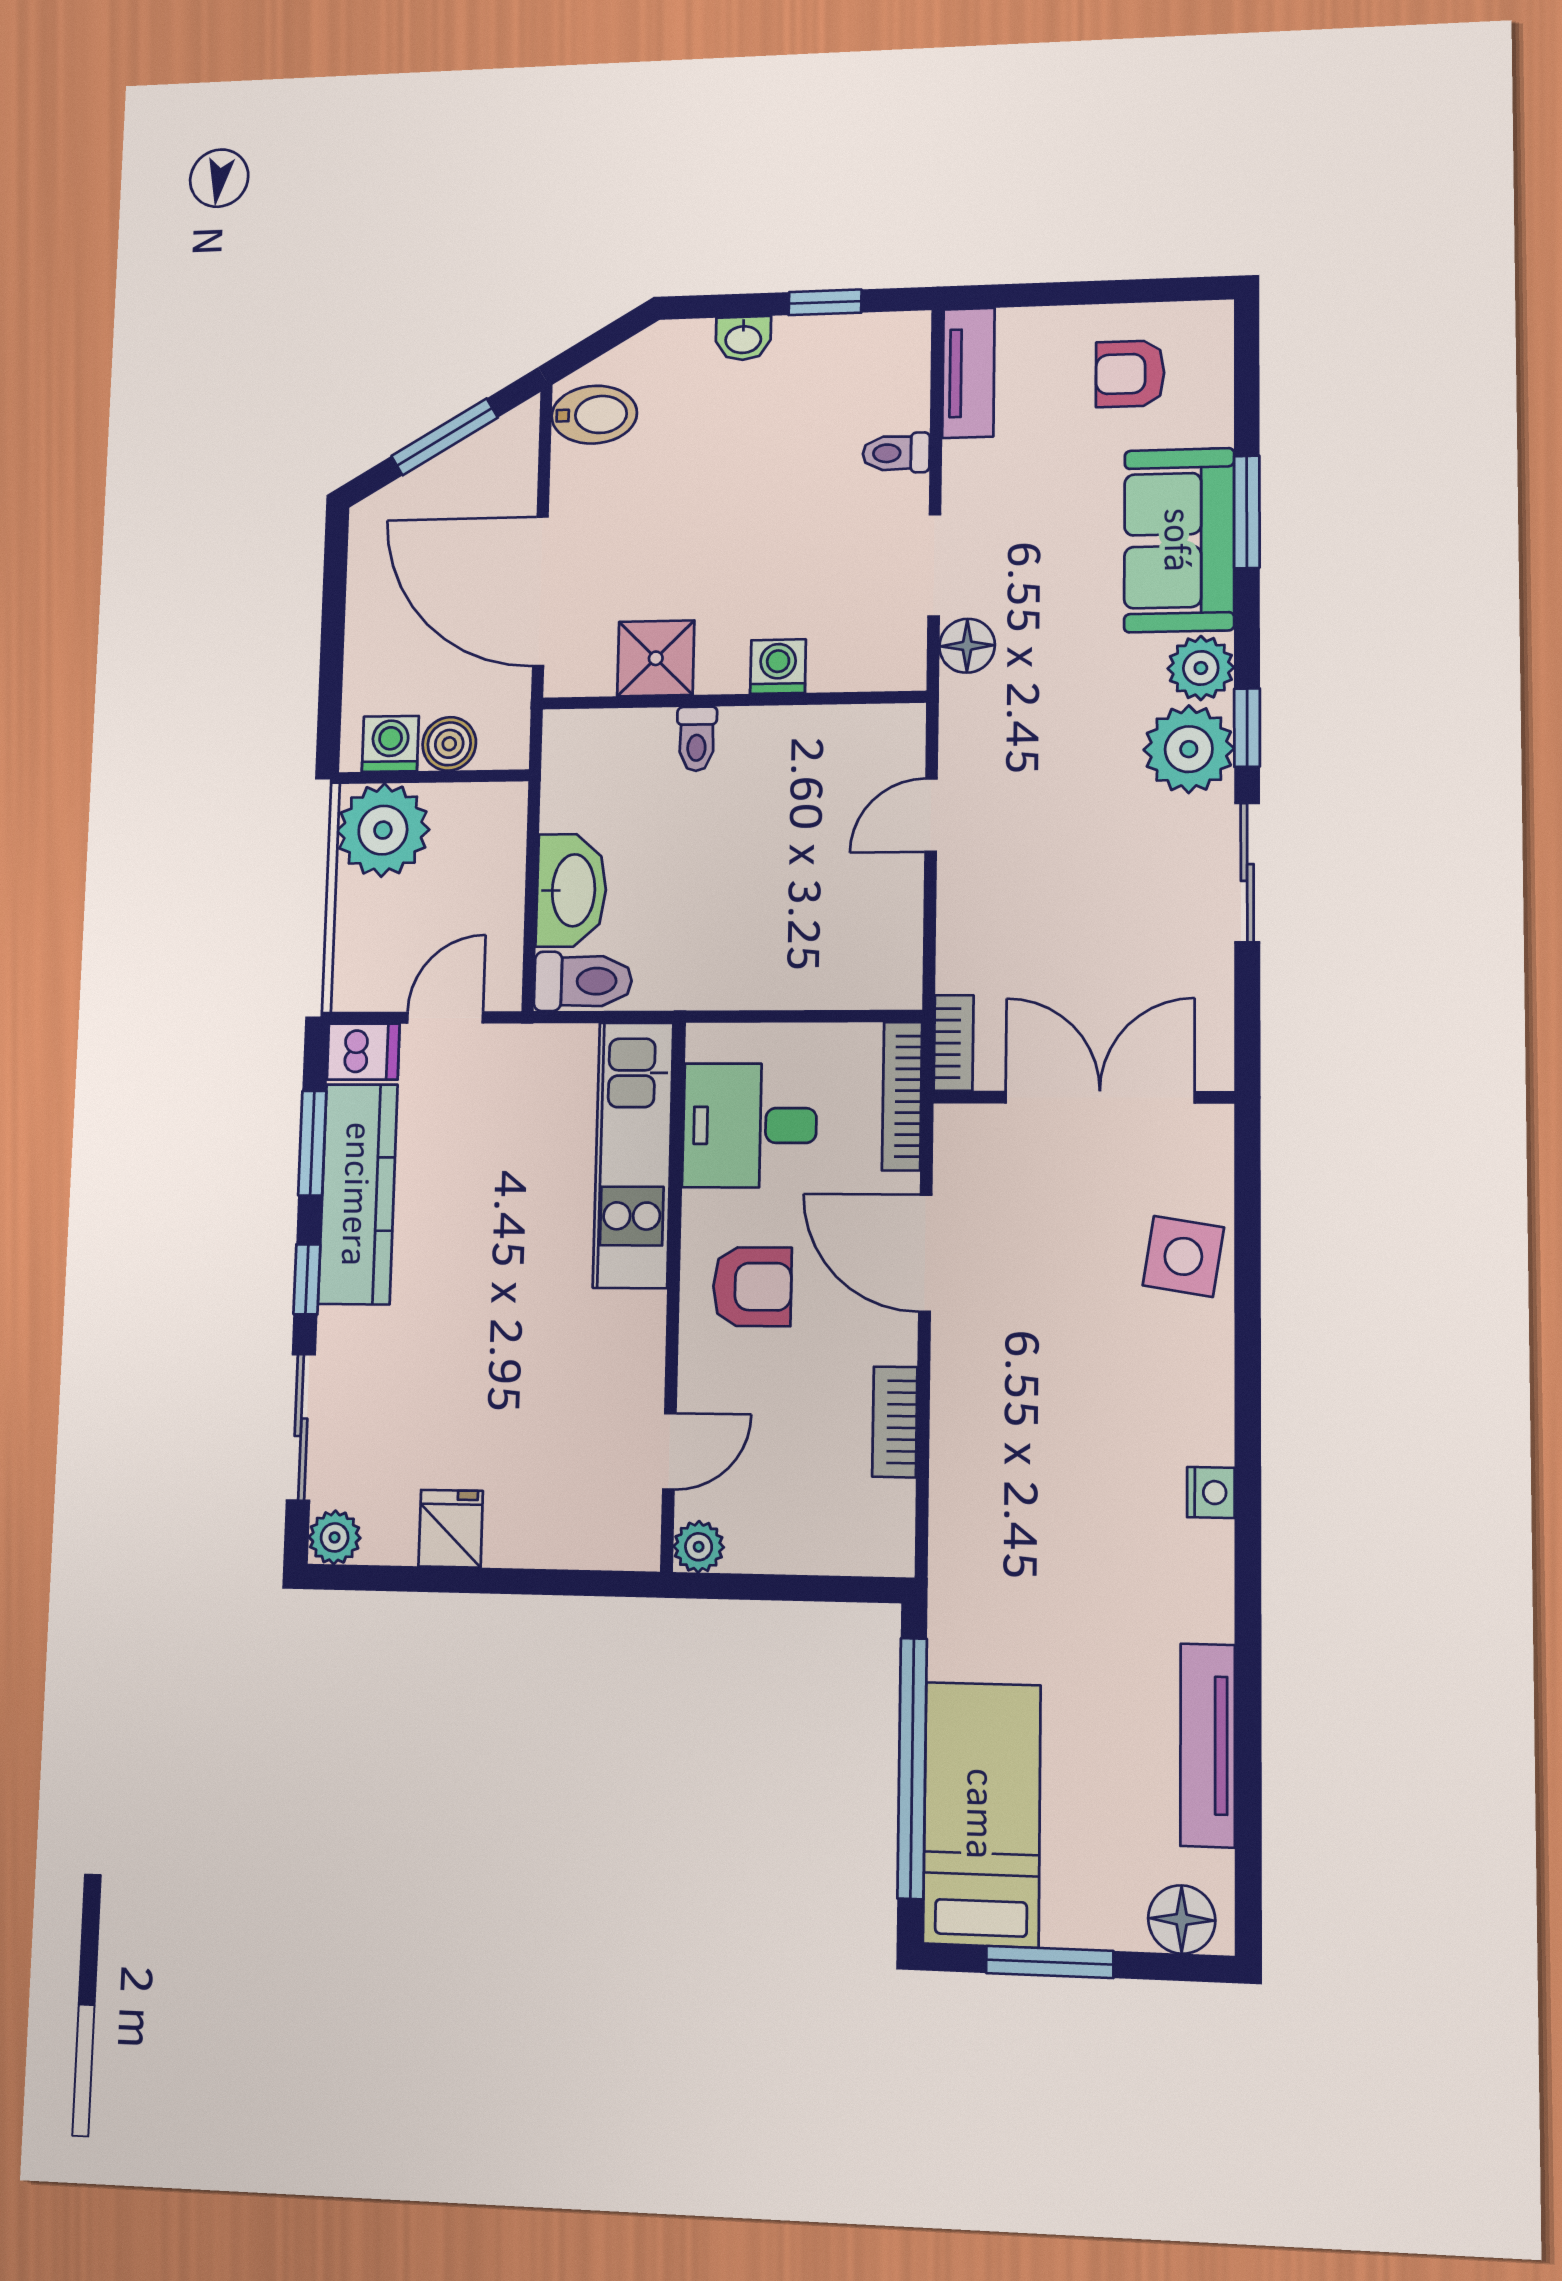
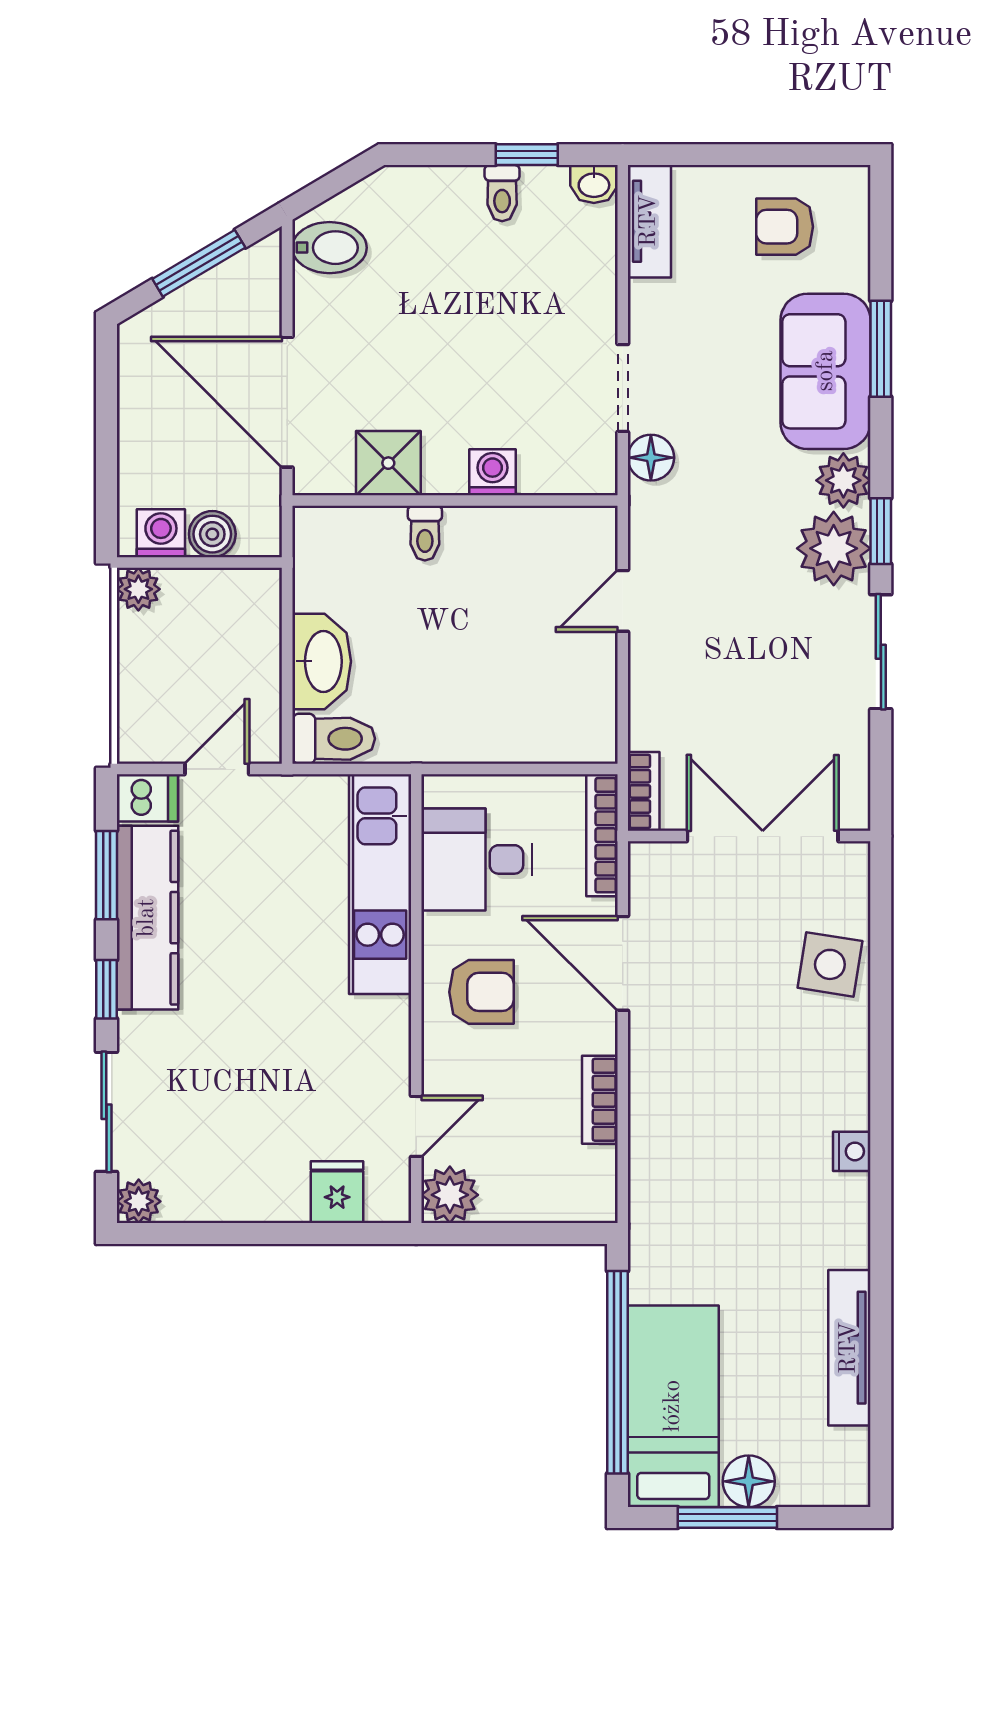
washbasin: (743, 338) -> (594, 184), moved
toilet: (896, 453) -> (502, 193), moved, turned -90
plant: (383, 830) -> (138, 589), width x0.53, depth x0.53
fridge: (451, 1529) -> (337, 1192), moved
plant: (699, 1547) -> (450, 1195), width x1.38, depth x1.38
floor lamp: (1182, 1919) -> (749, 1481), moved

